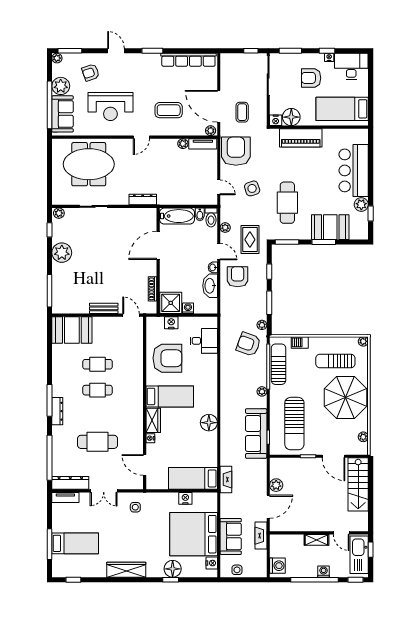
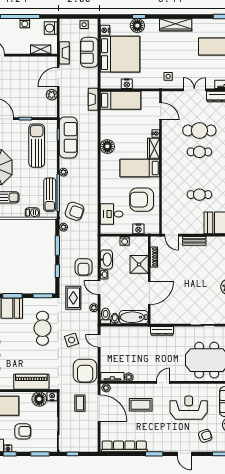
shower: (171, 303) -> (139, 264), moved
cafe table: (98, 390) -> (199, 152), moved
shelving: (316, 540) -> (41, 49), moved
washing machine: (324, 572) -> (25, 23), moved

